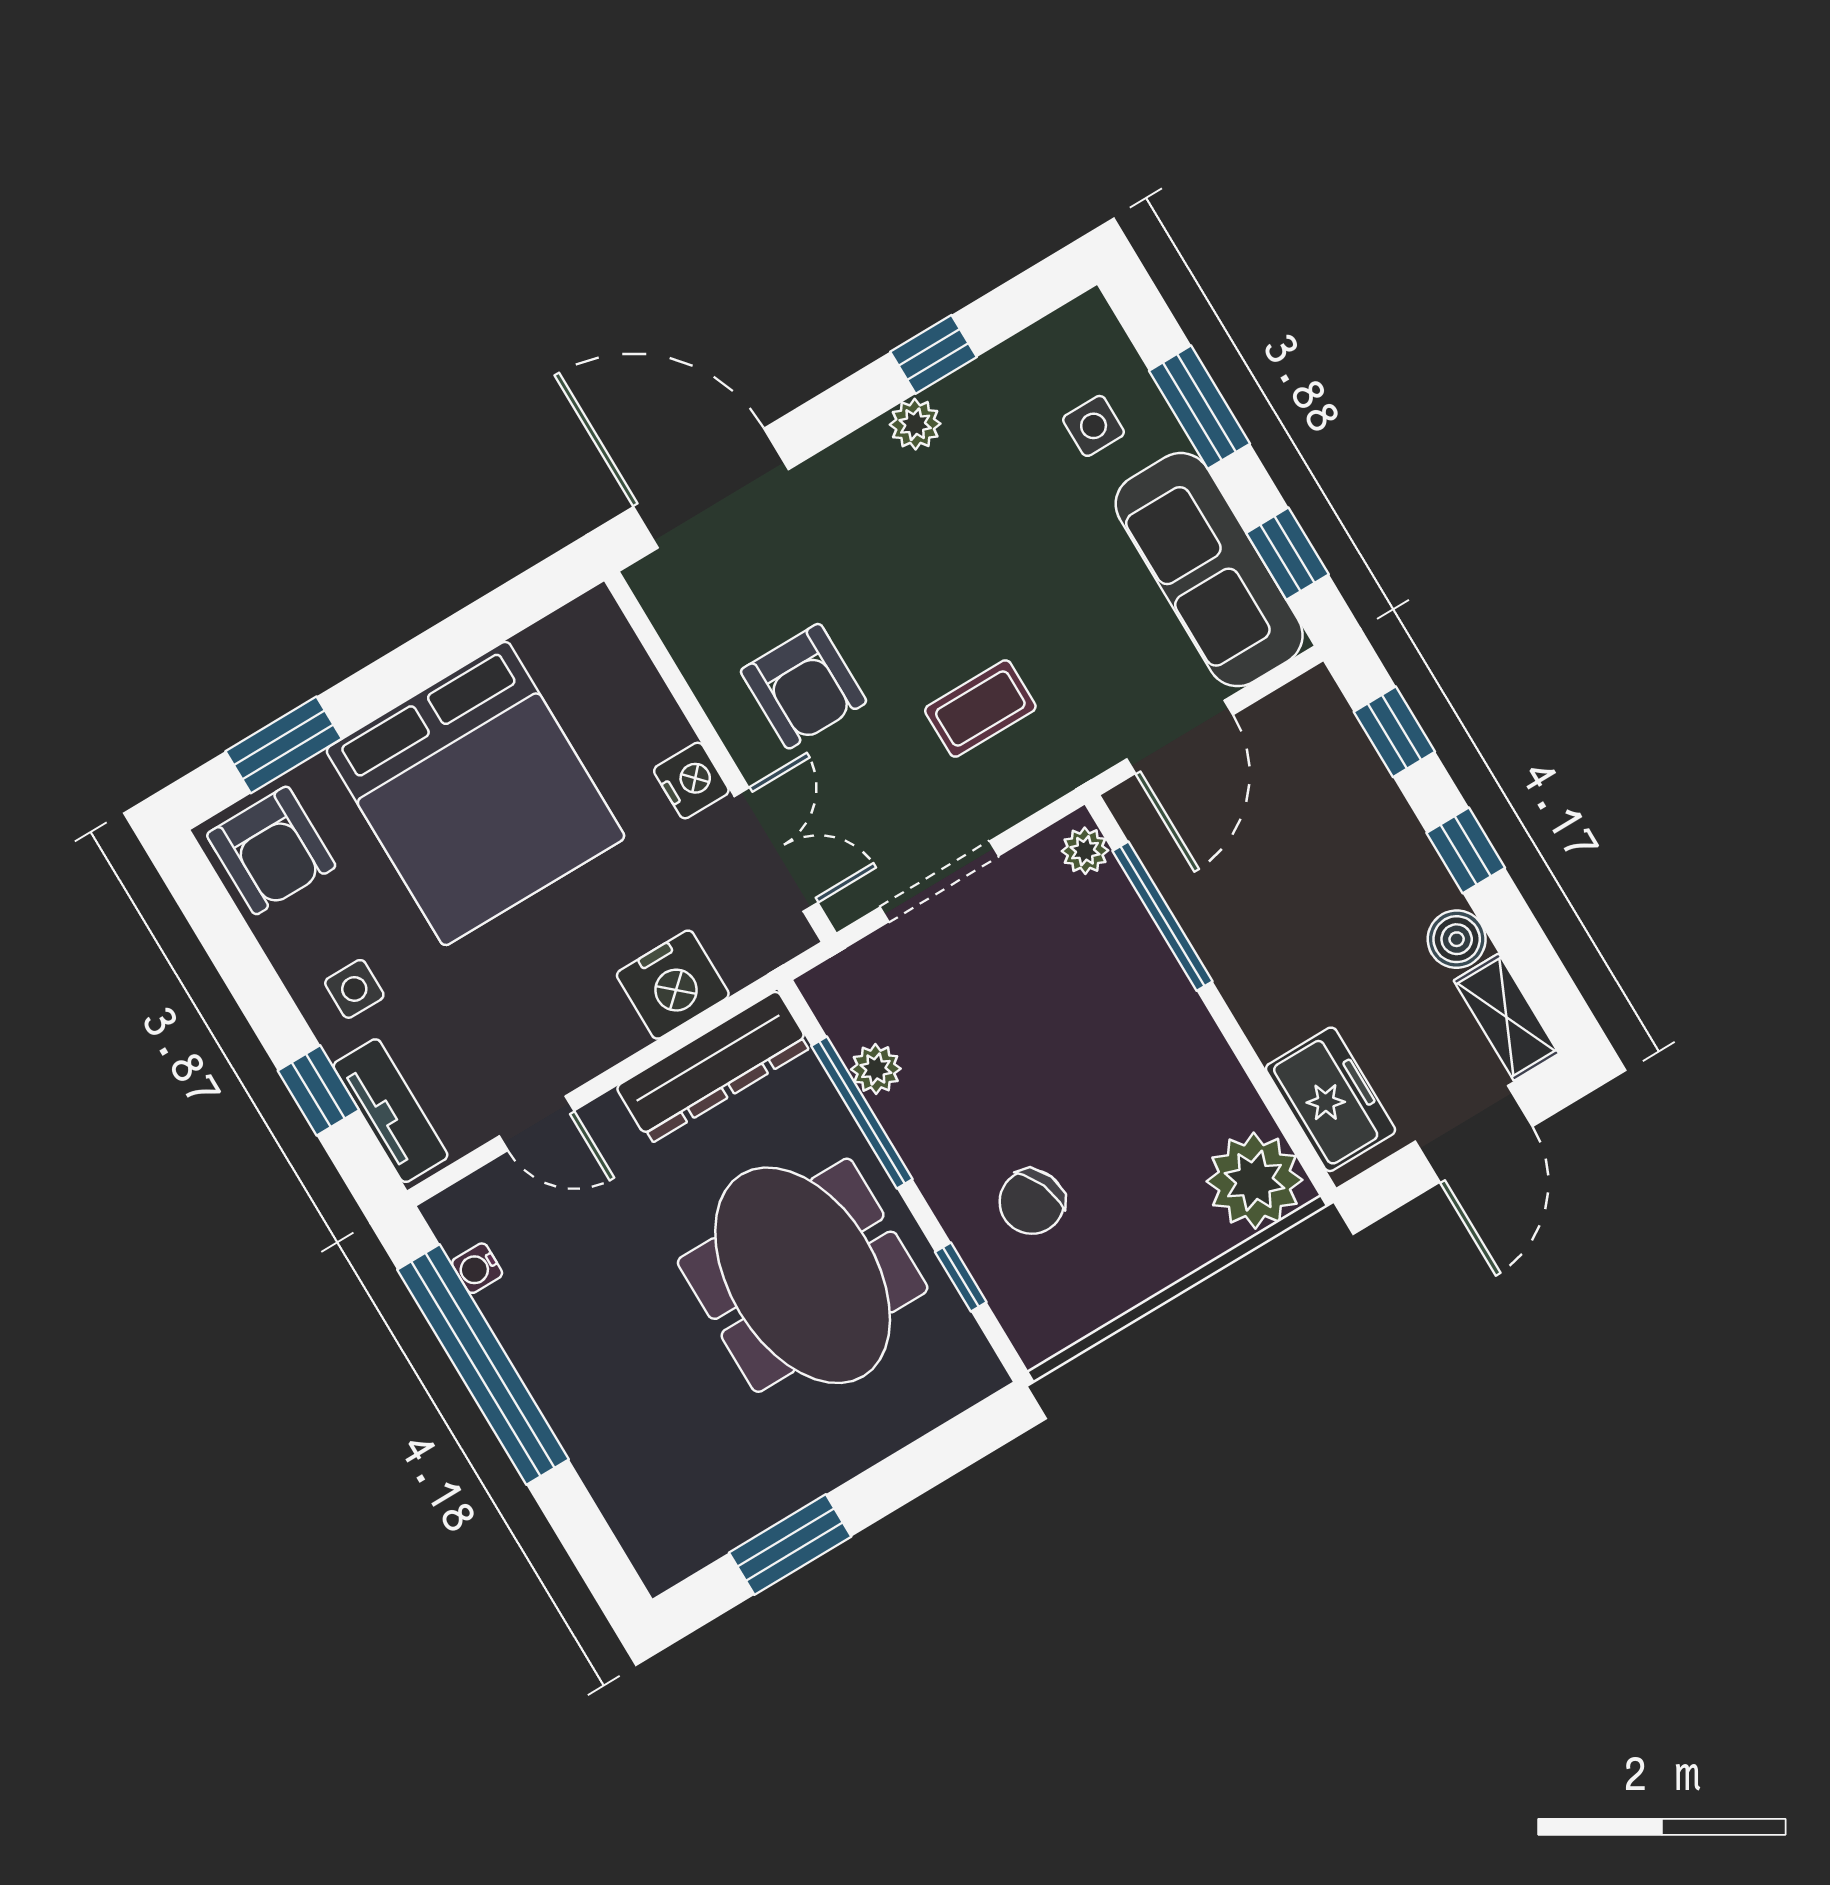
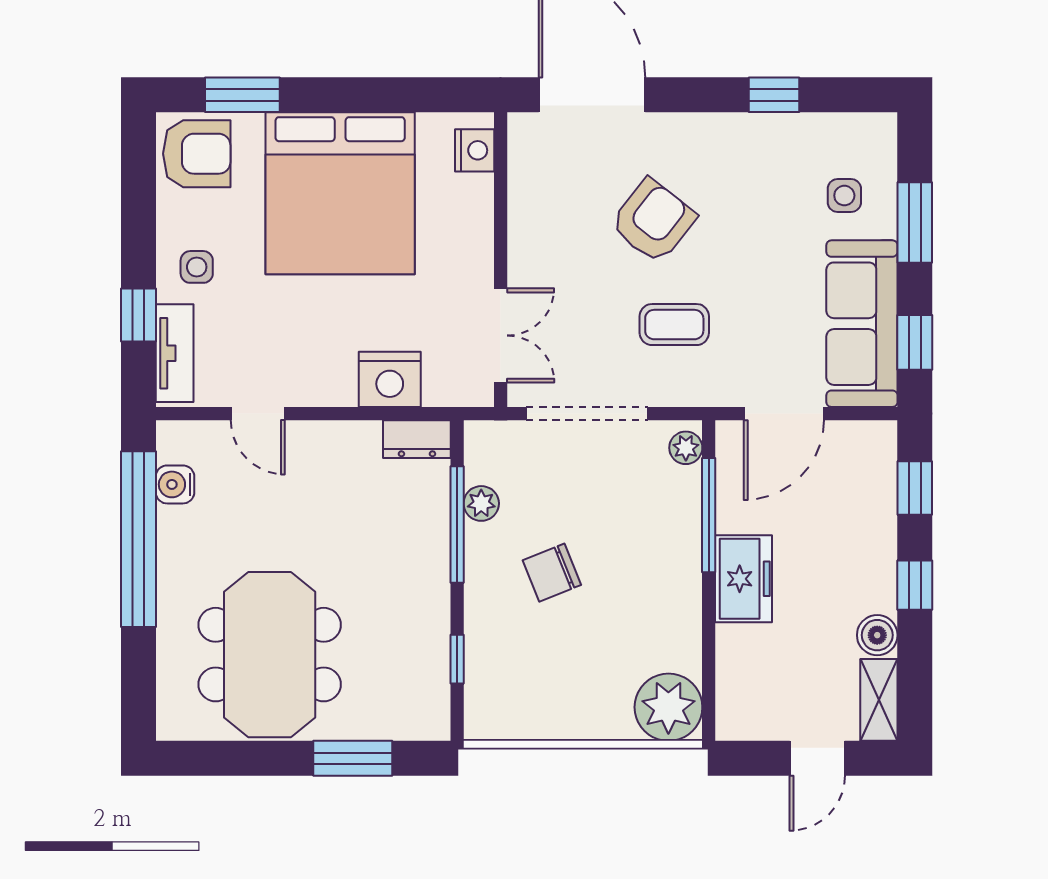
plant: (915, 424) -> (738, 130), removed
armchair: (803, 686) -> (653, 221), moved, turned -142
nightstand: (691, 781) -> (475, 150), moved
armchair: (271, 850) -> (197, 154), turned -90
doorway: (939, 881) -> (587, 414), width x1.36
dresser: (714, 1067) -> (417, 439), width x0.51, depth x0.80
freezer: (1330, 1099) -> (744, 579), moved
door: (1474, 1134) -> (817, 758), width x0.73
chair: (1032, 1202) -> (552, 573), moved
water cooler: (477, 1268) -> (175, 484), width x1.38, depth x1.38
meeting table: (803, 1275) -> (270, 655), moved
window: (790, 1545) -> (353, 758), moved

